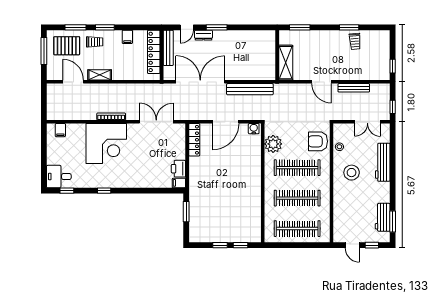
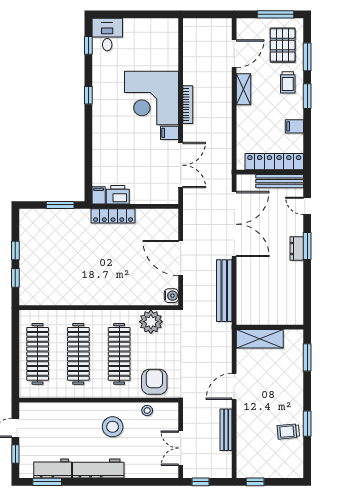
dresser: (203, 35) -> (297, 248), moved
filing cabinet: (60, 130) -> (169, 133), moved
locker: (194, 140) -> (113, 216), moved
workbench: (383, 162) -> (98, 469), moved

